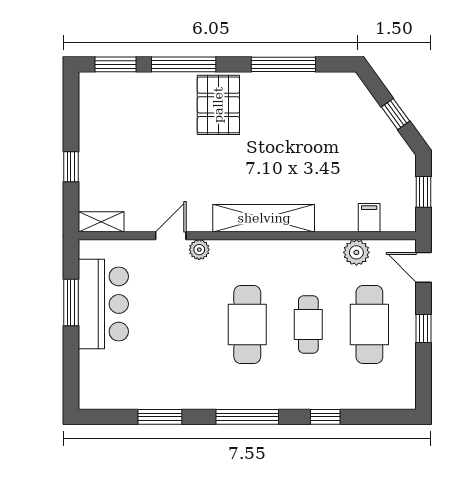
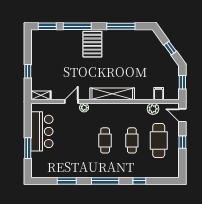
window: (71, 302) -> (28, 148), moved
cafe table: (247, 324) -> (105, 140), width x0.73, depth x0.74

